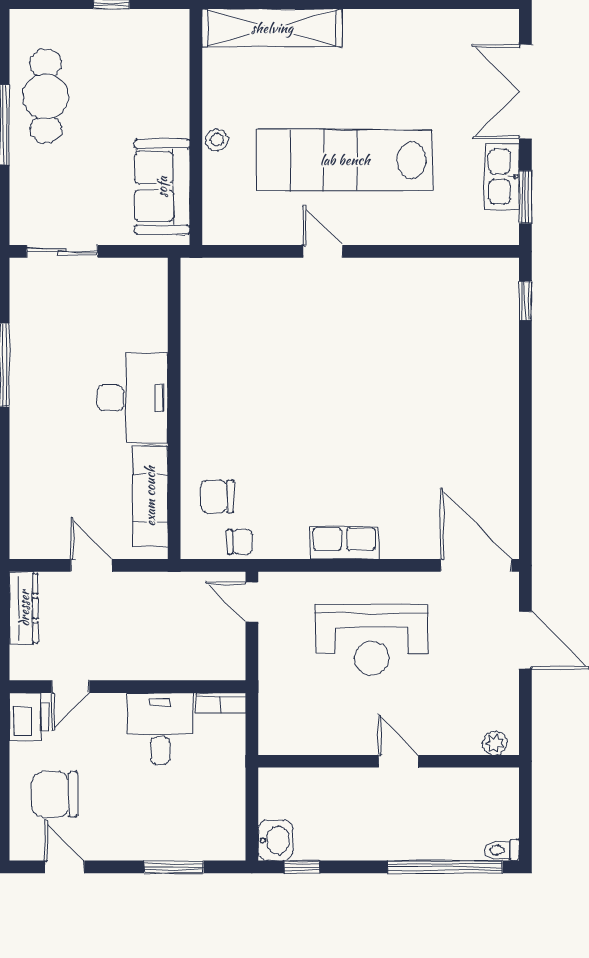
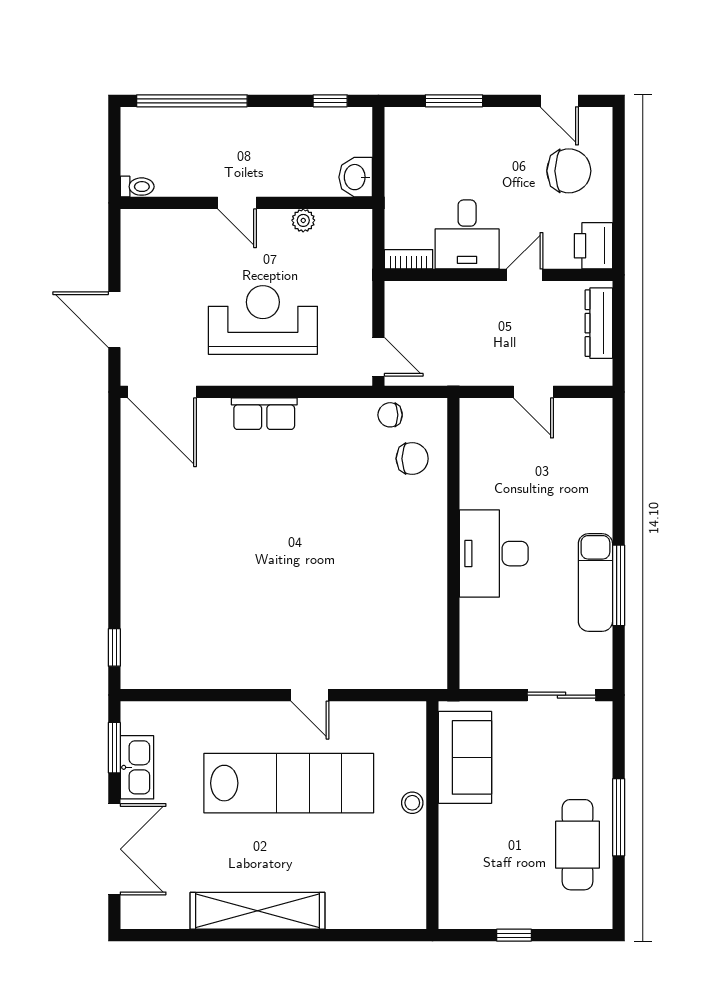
shelving: (272, 28) -> (257, 911), moved
exam couch: (150, 496) -> (595, 582), moved, turned 180
row of seats: (344, 543) -> (264, 414), moved
dresser: (24, 608) -> (599, 323), moved
door: (70, 687) -> (525, 275), moved
plant: (495, 743) -> (303, 220), moved
washbasin: (275, 840) -> (356, 177), moved
toilet: (502, 850) -> (137, 187), moved

